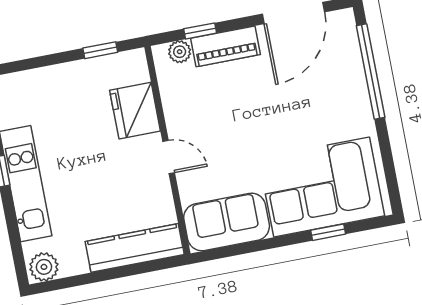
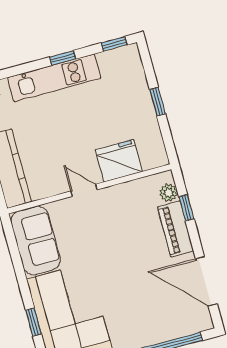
window: (100, 50) -> (158, 102), moved
door: (169, 157) -> (84, 190), swing flipped

